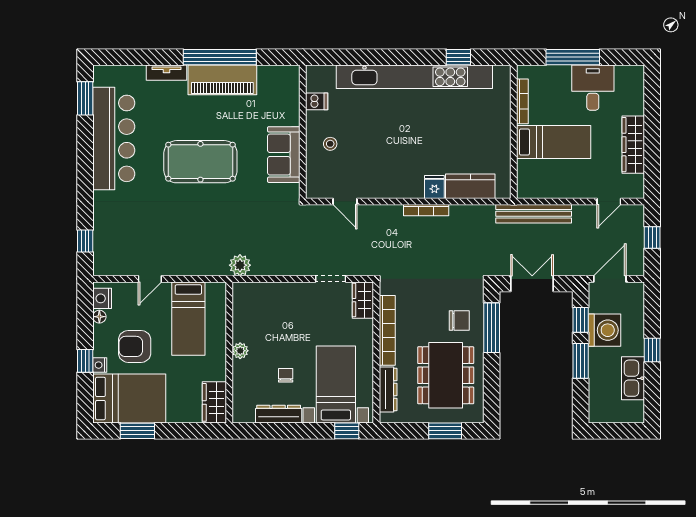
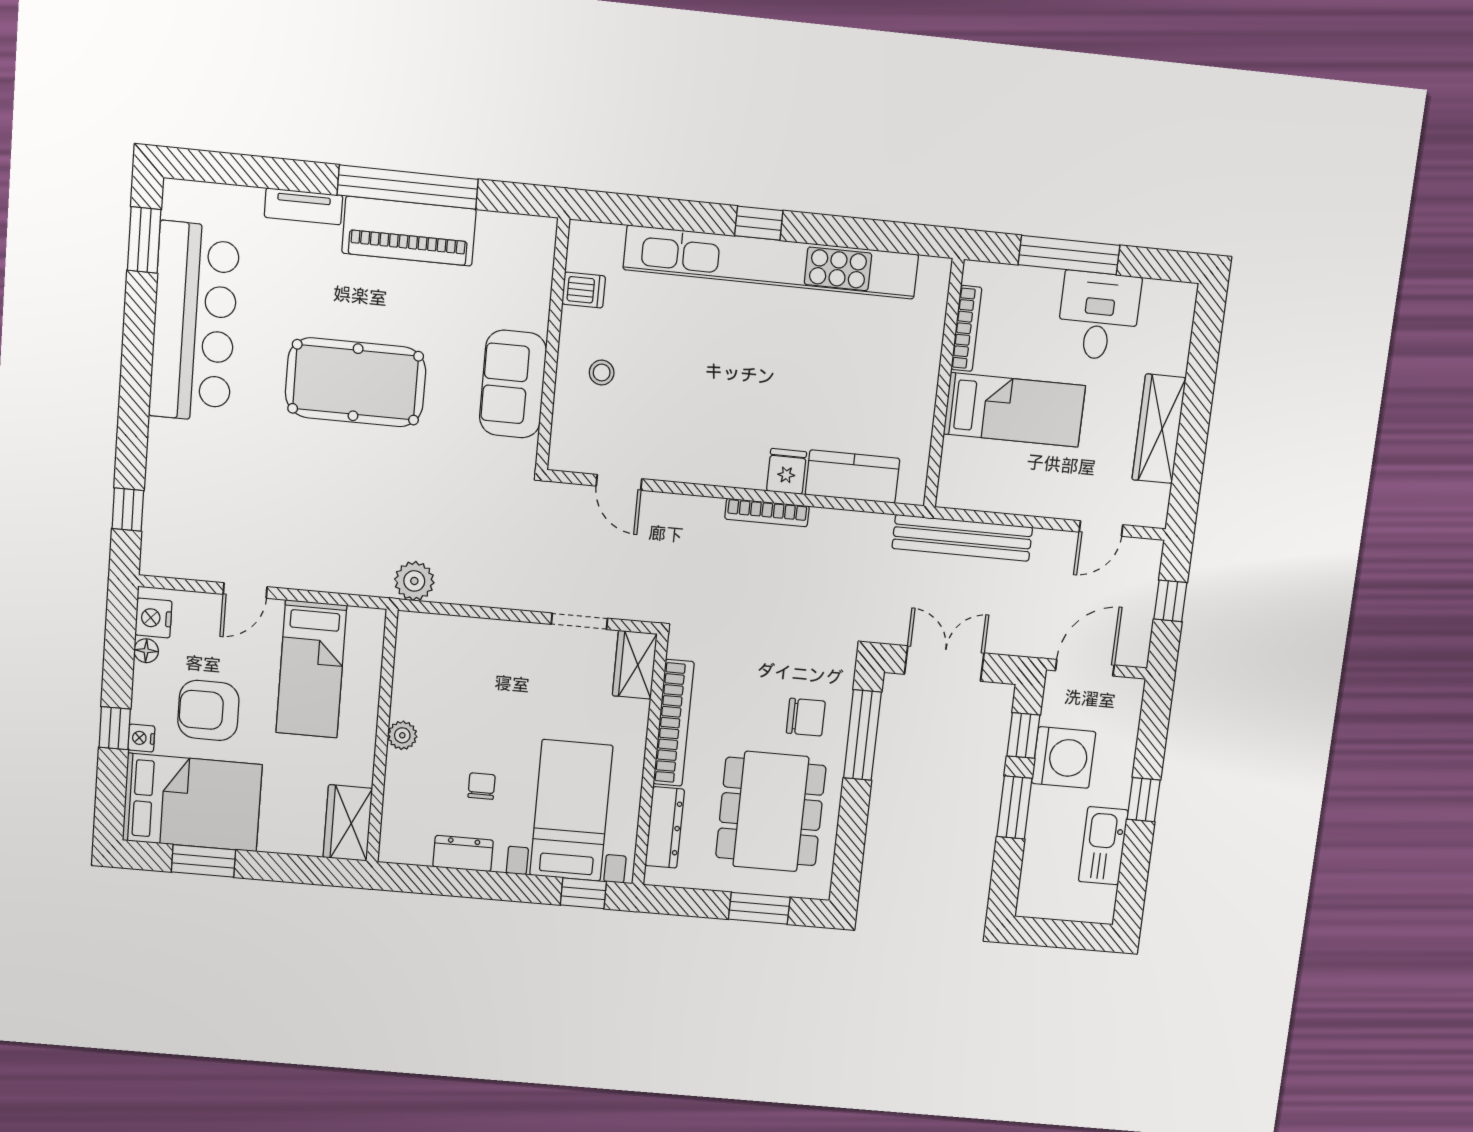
window: (458, 57) -> (759, 223), moved
dresser: (279, 414) -> (463, 854), width x0.70

